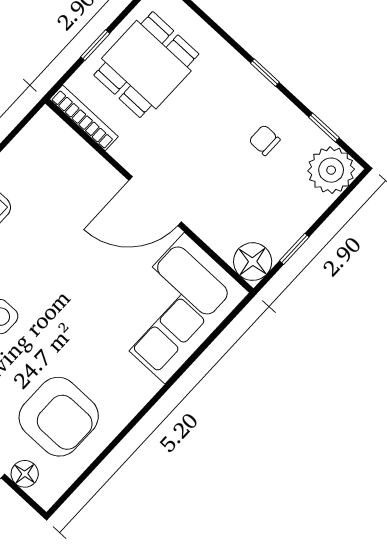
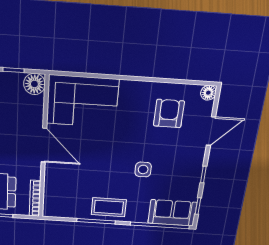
armchair: (59, 417) -> (169, 113), width x0.73, depth x0.73
floor lamp: (25, 474) -> (208, 93), moved

